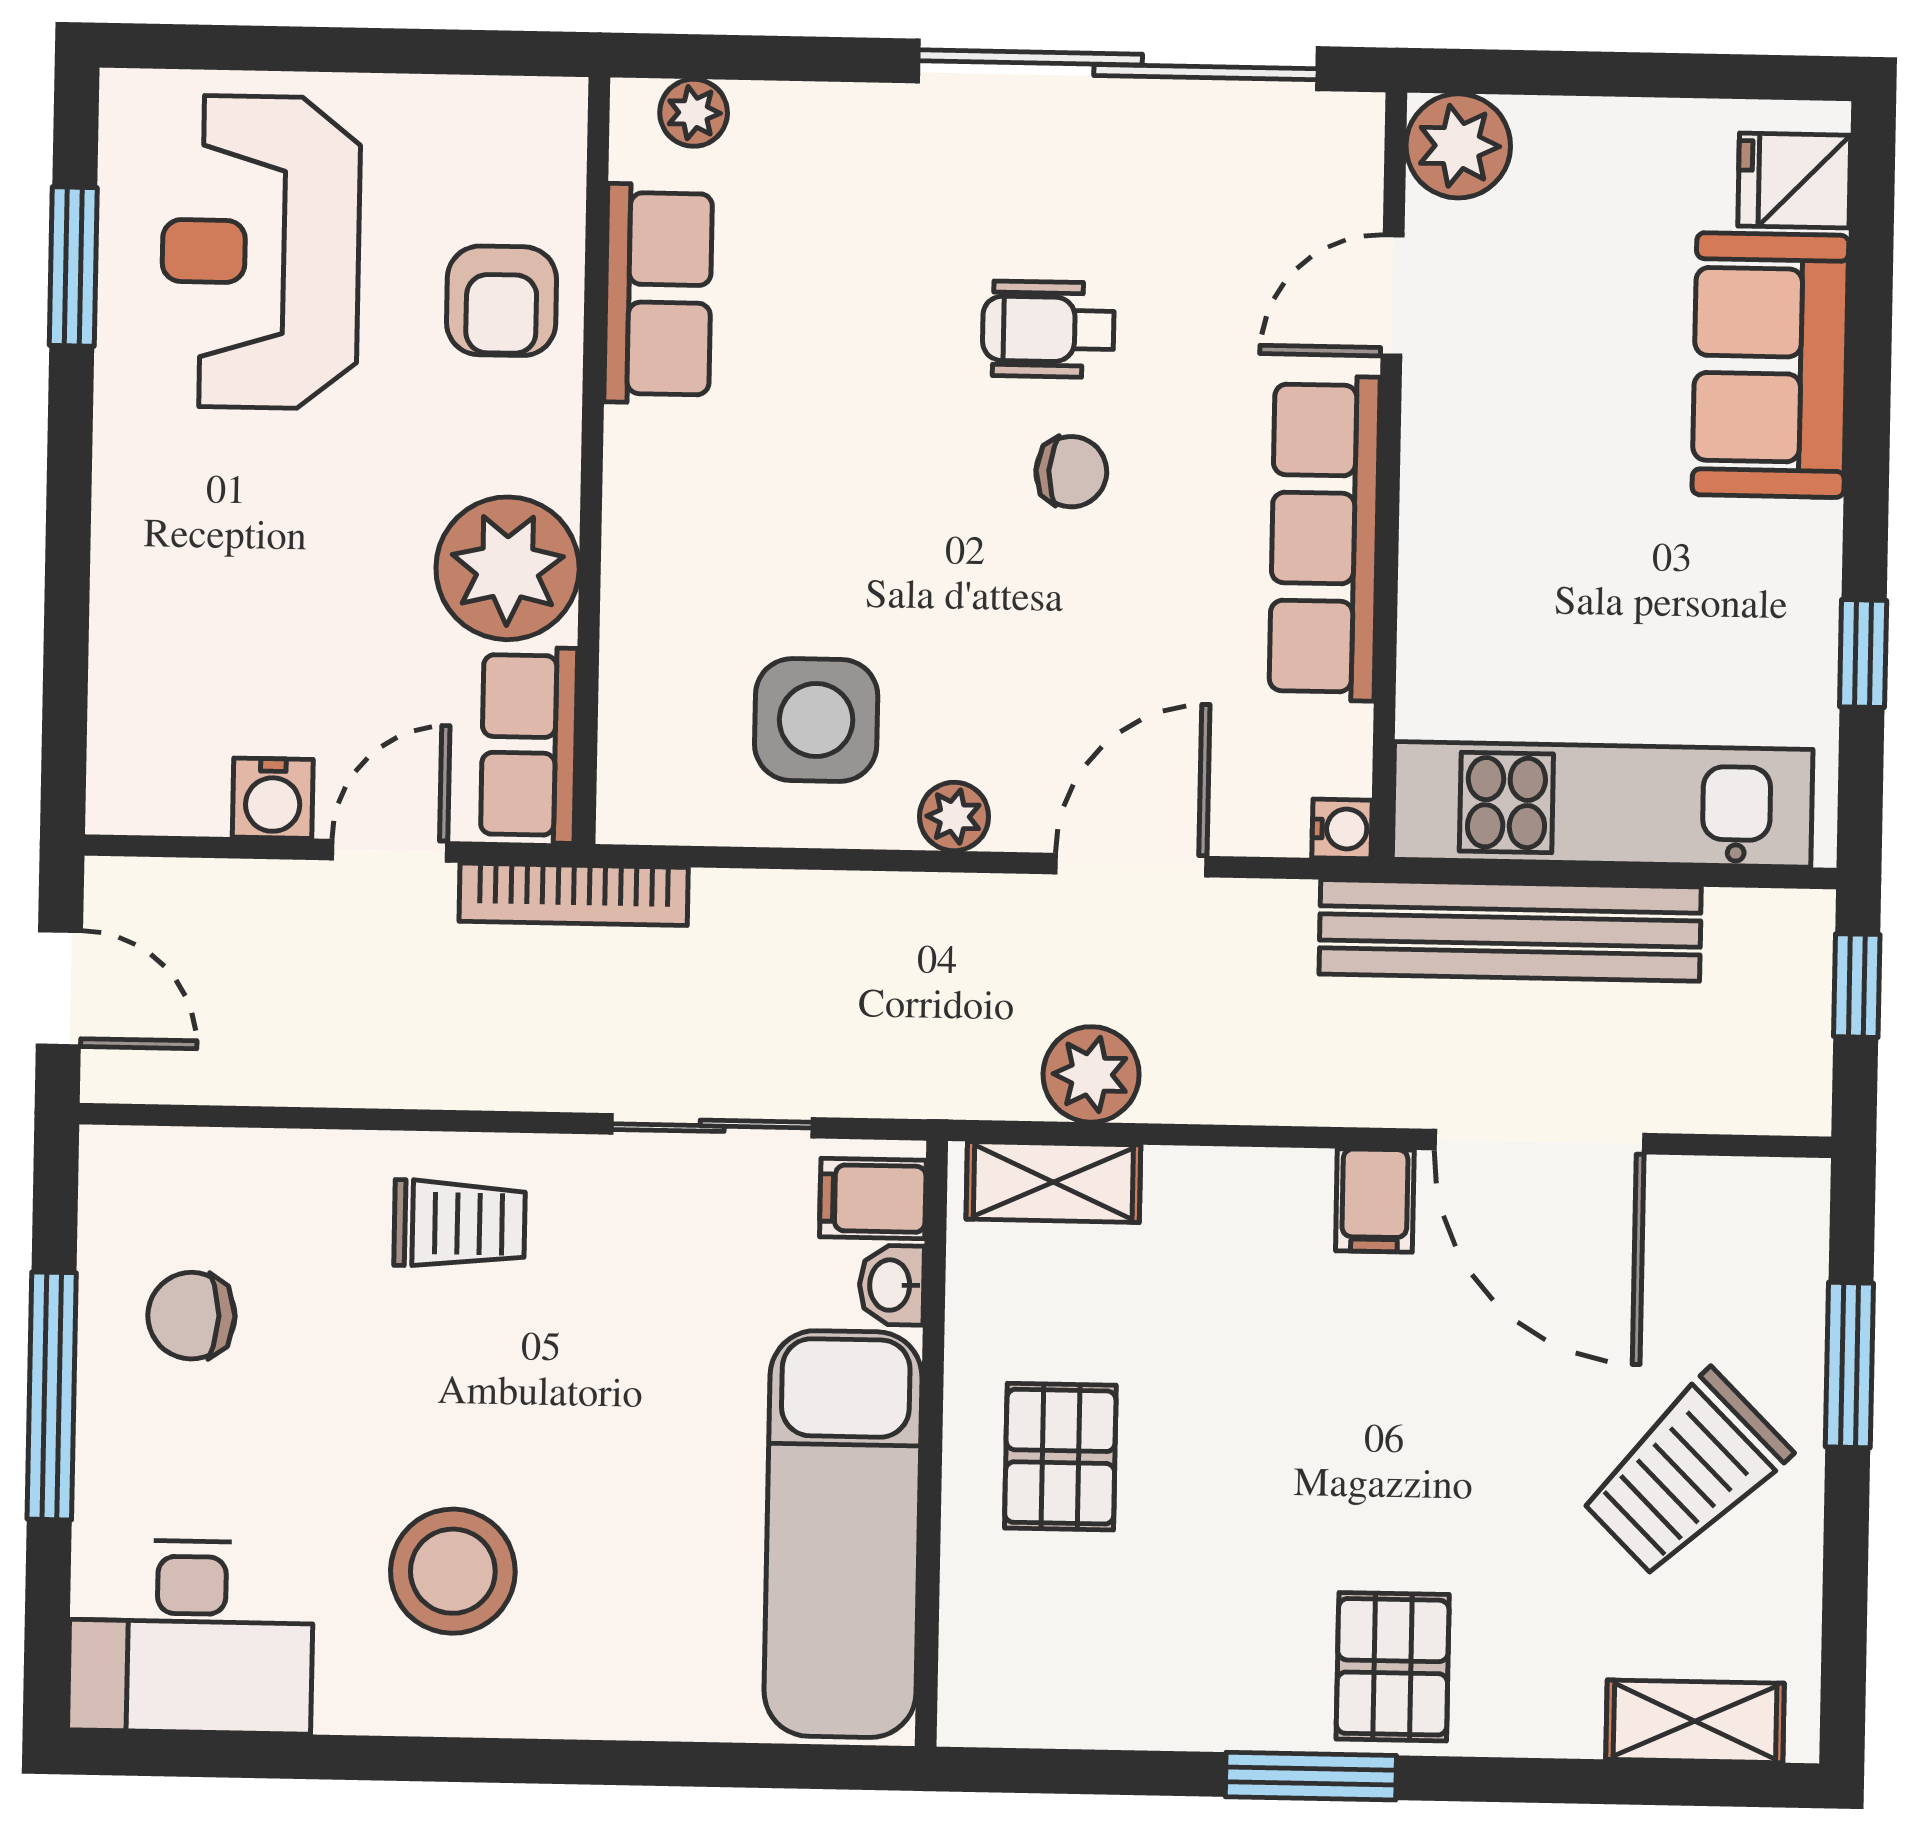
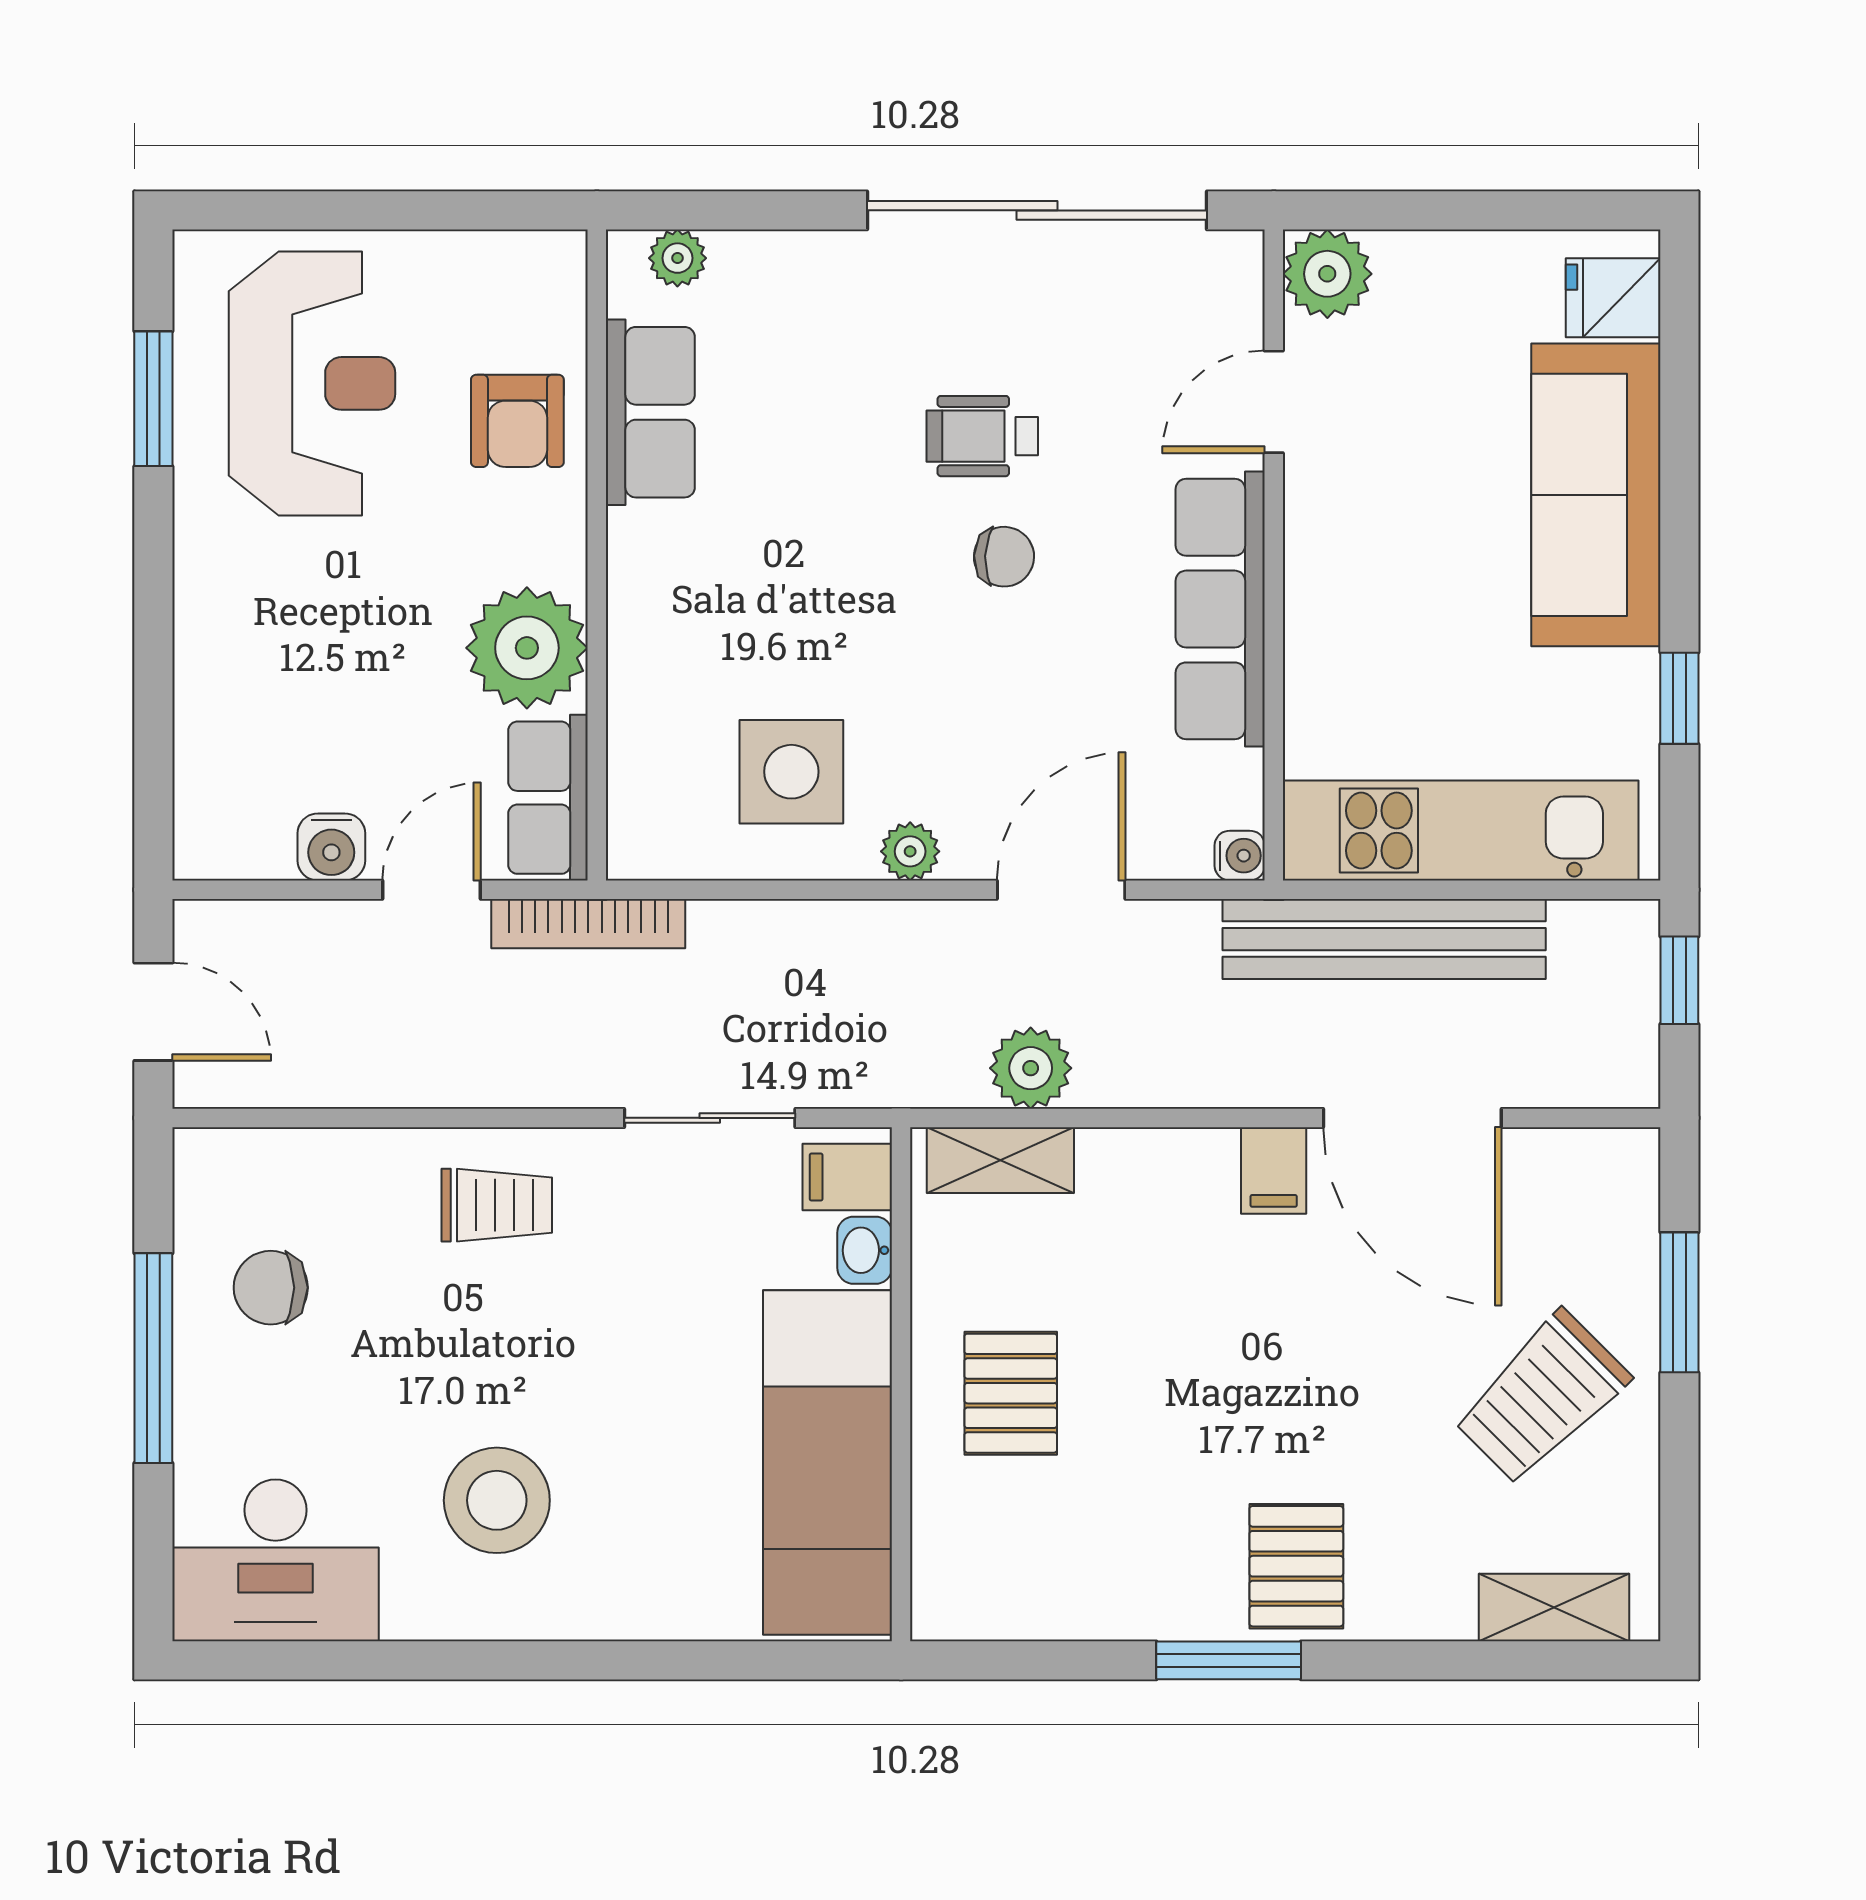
reception desk: (260, 252) -> (312, 383), turned 180
sofa: (1770, 365) -> (1596, 495), width x1.36

